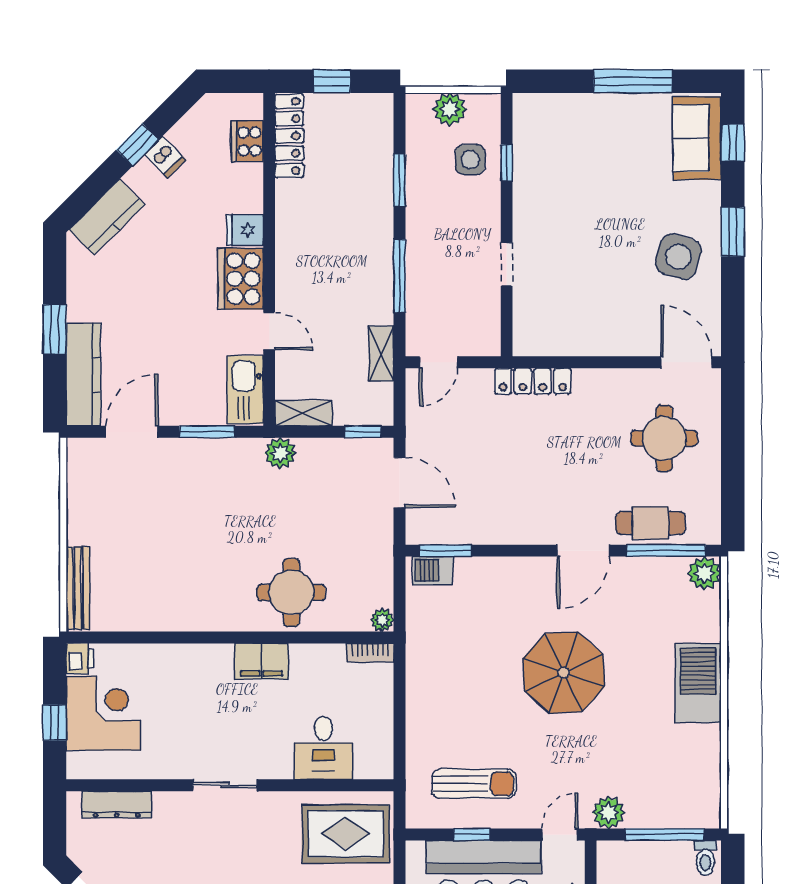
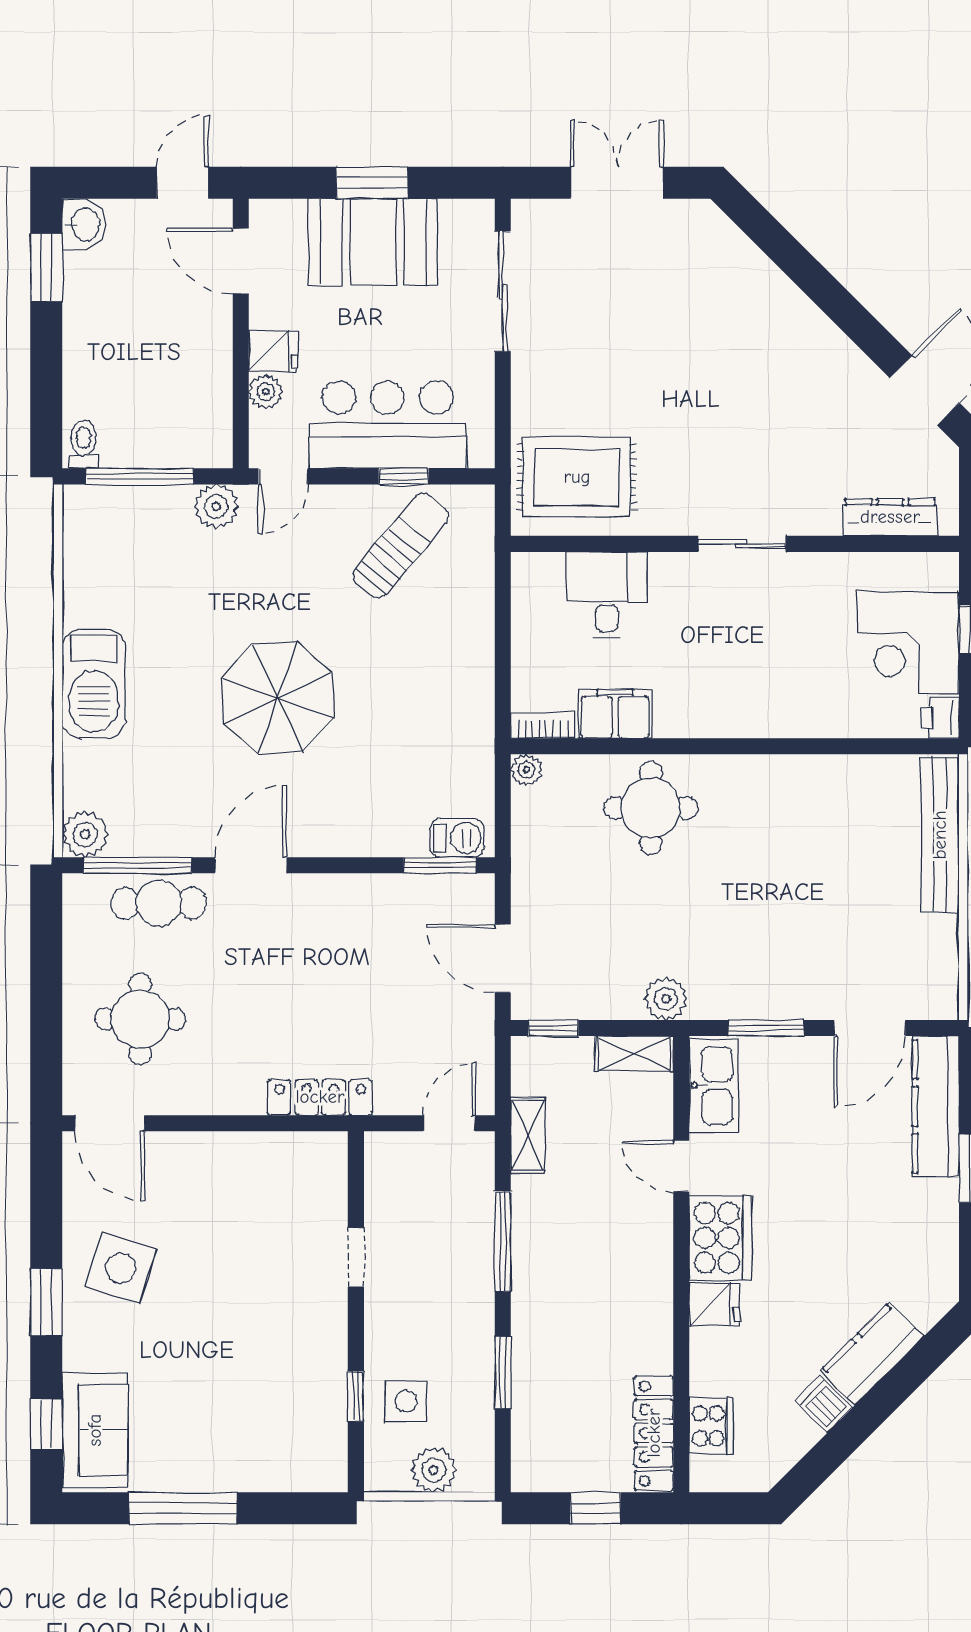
window: (137, 145) -> (862, 1421), removed
kitchen counter: (107, 217) -> (872, 1354), moved
bench: (78, 588) -> (940, 835), width x1.37, depth x1.21
filing cabinet: (261, 661) -> (615, 714), moved
sun lounger: (474, 784) -> (401, 546), turned 130

